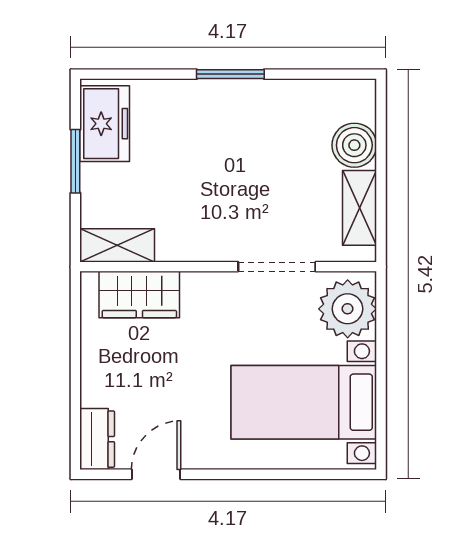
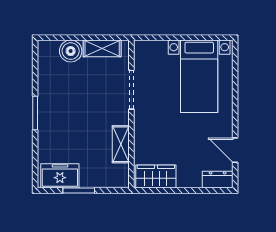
shelving: (117, 245) -> (121, 144), moved
wardrobe: (139, 294) -> (156, 177), moved, turned -90
plant: (348, 309) -> (152, 54), removed

